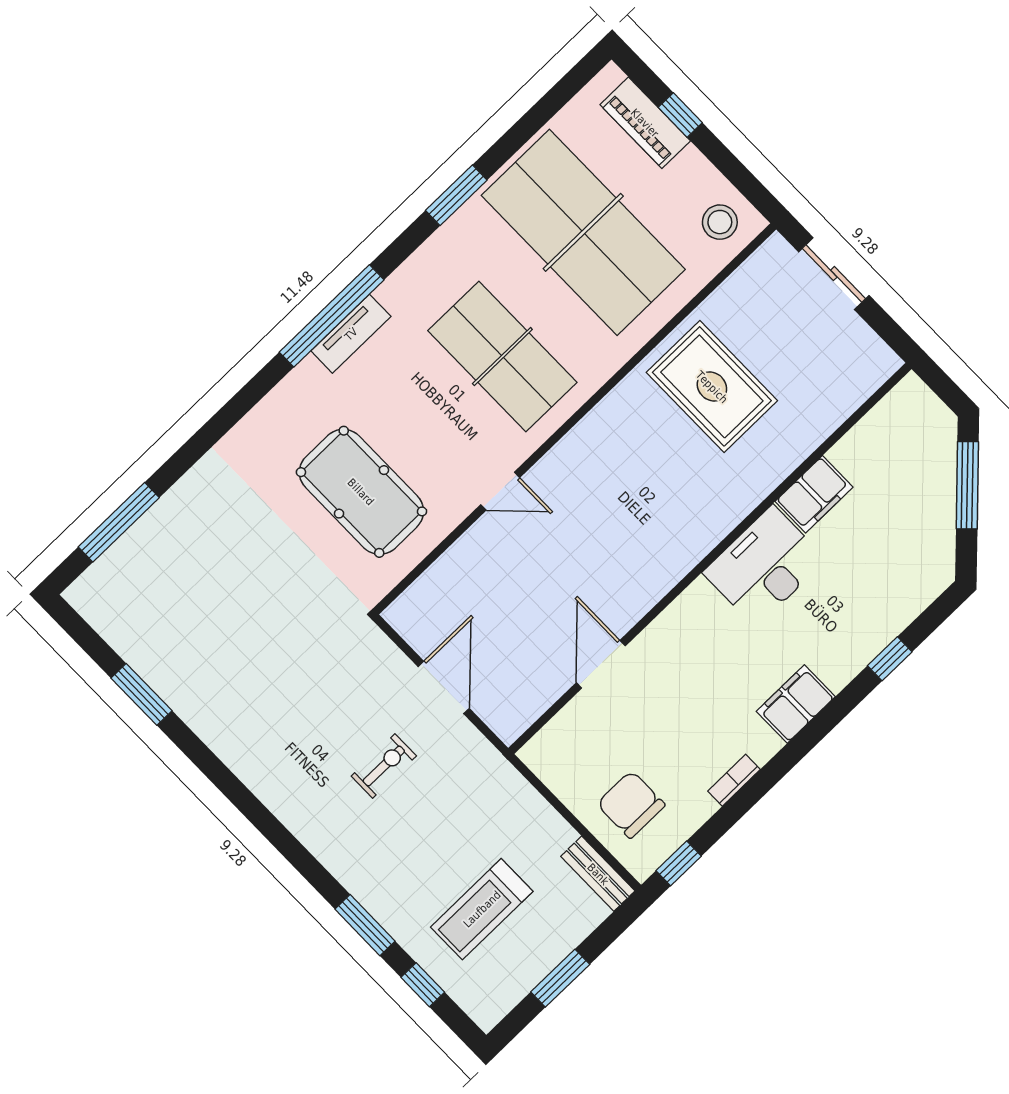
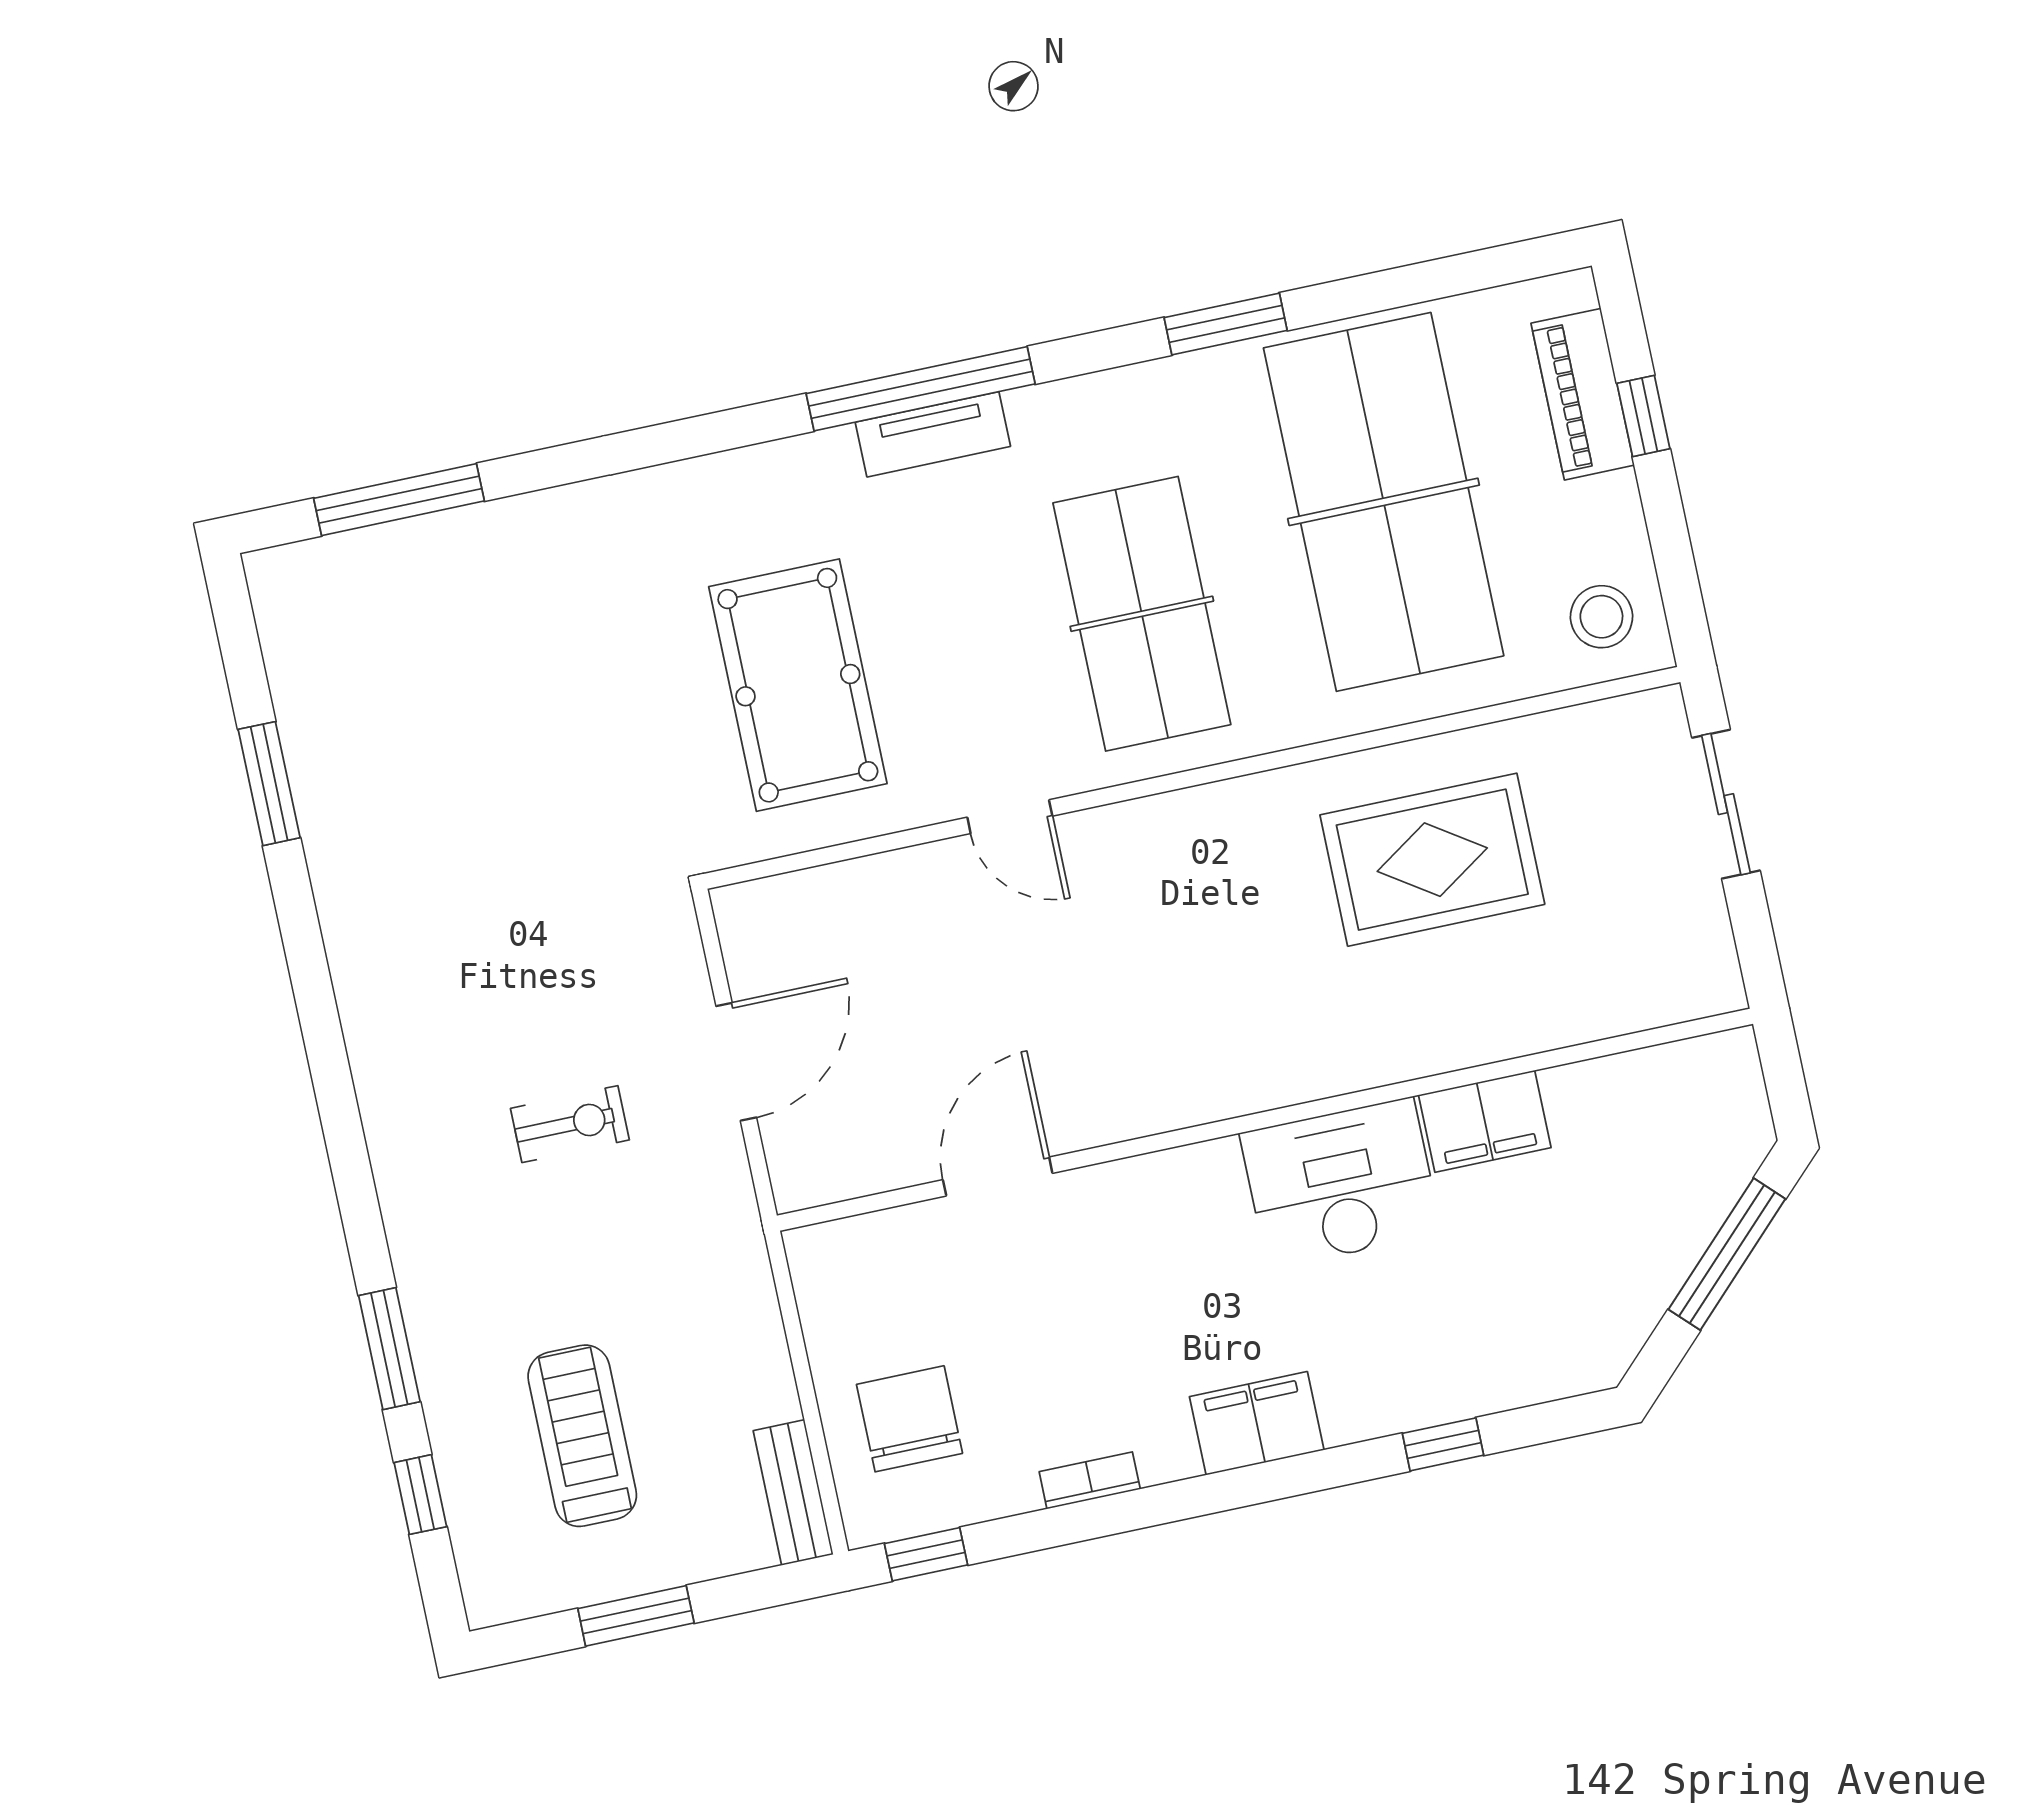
rug: (712, 387) -> (1432, 860), turned 90
treadmill: (482, 909) -> (582, 1436), turned 90

